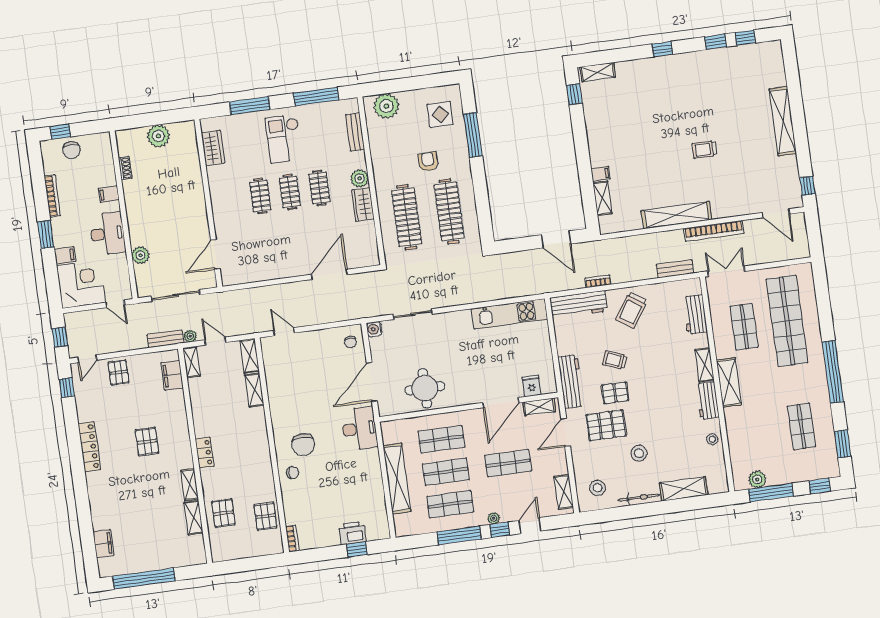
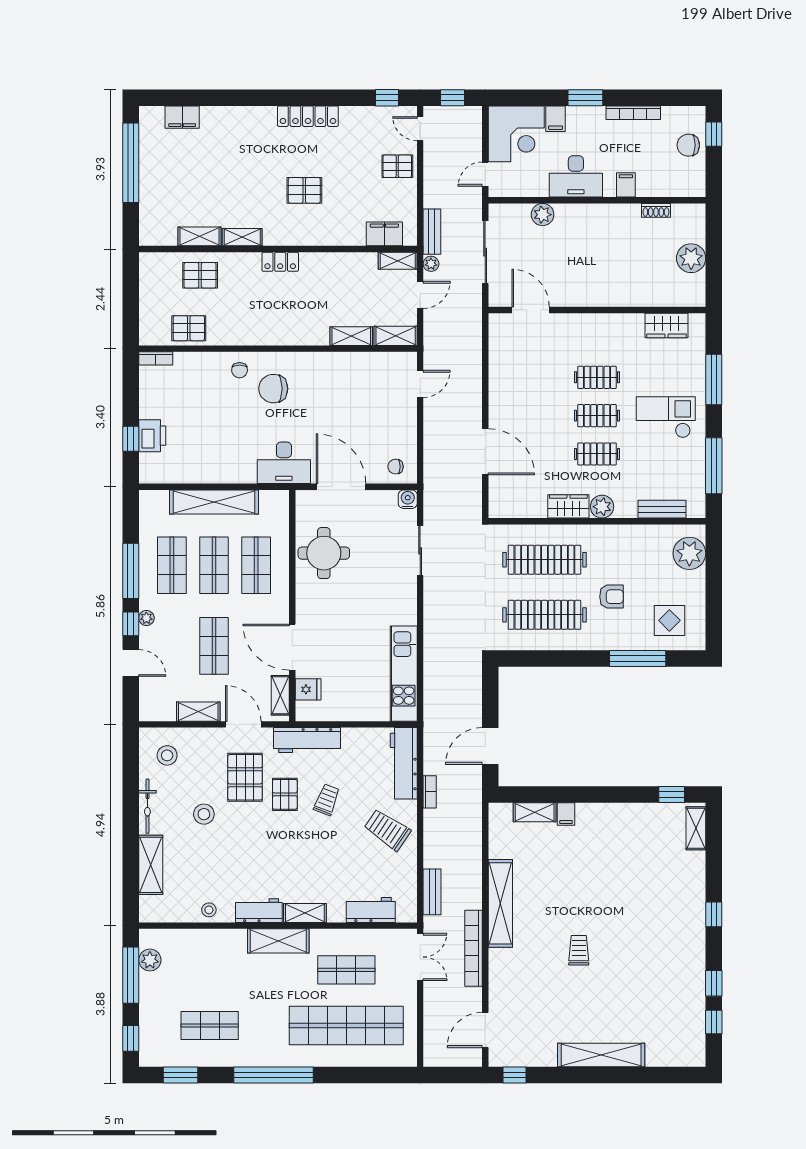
shelving: (564, 492) -> (198, 712), moved

